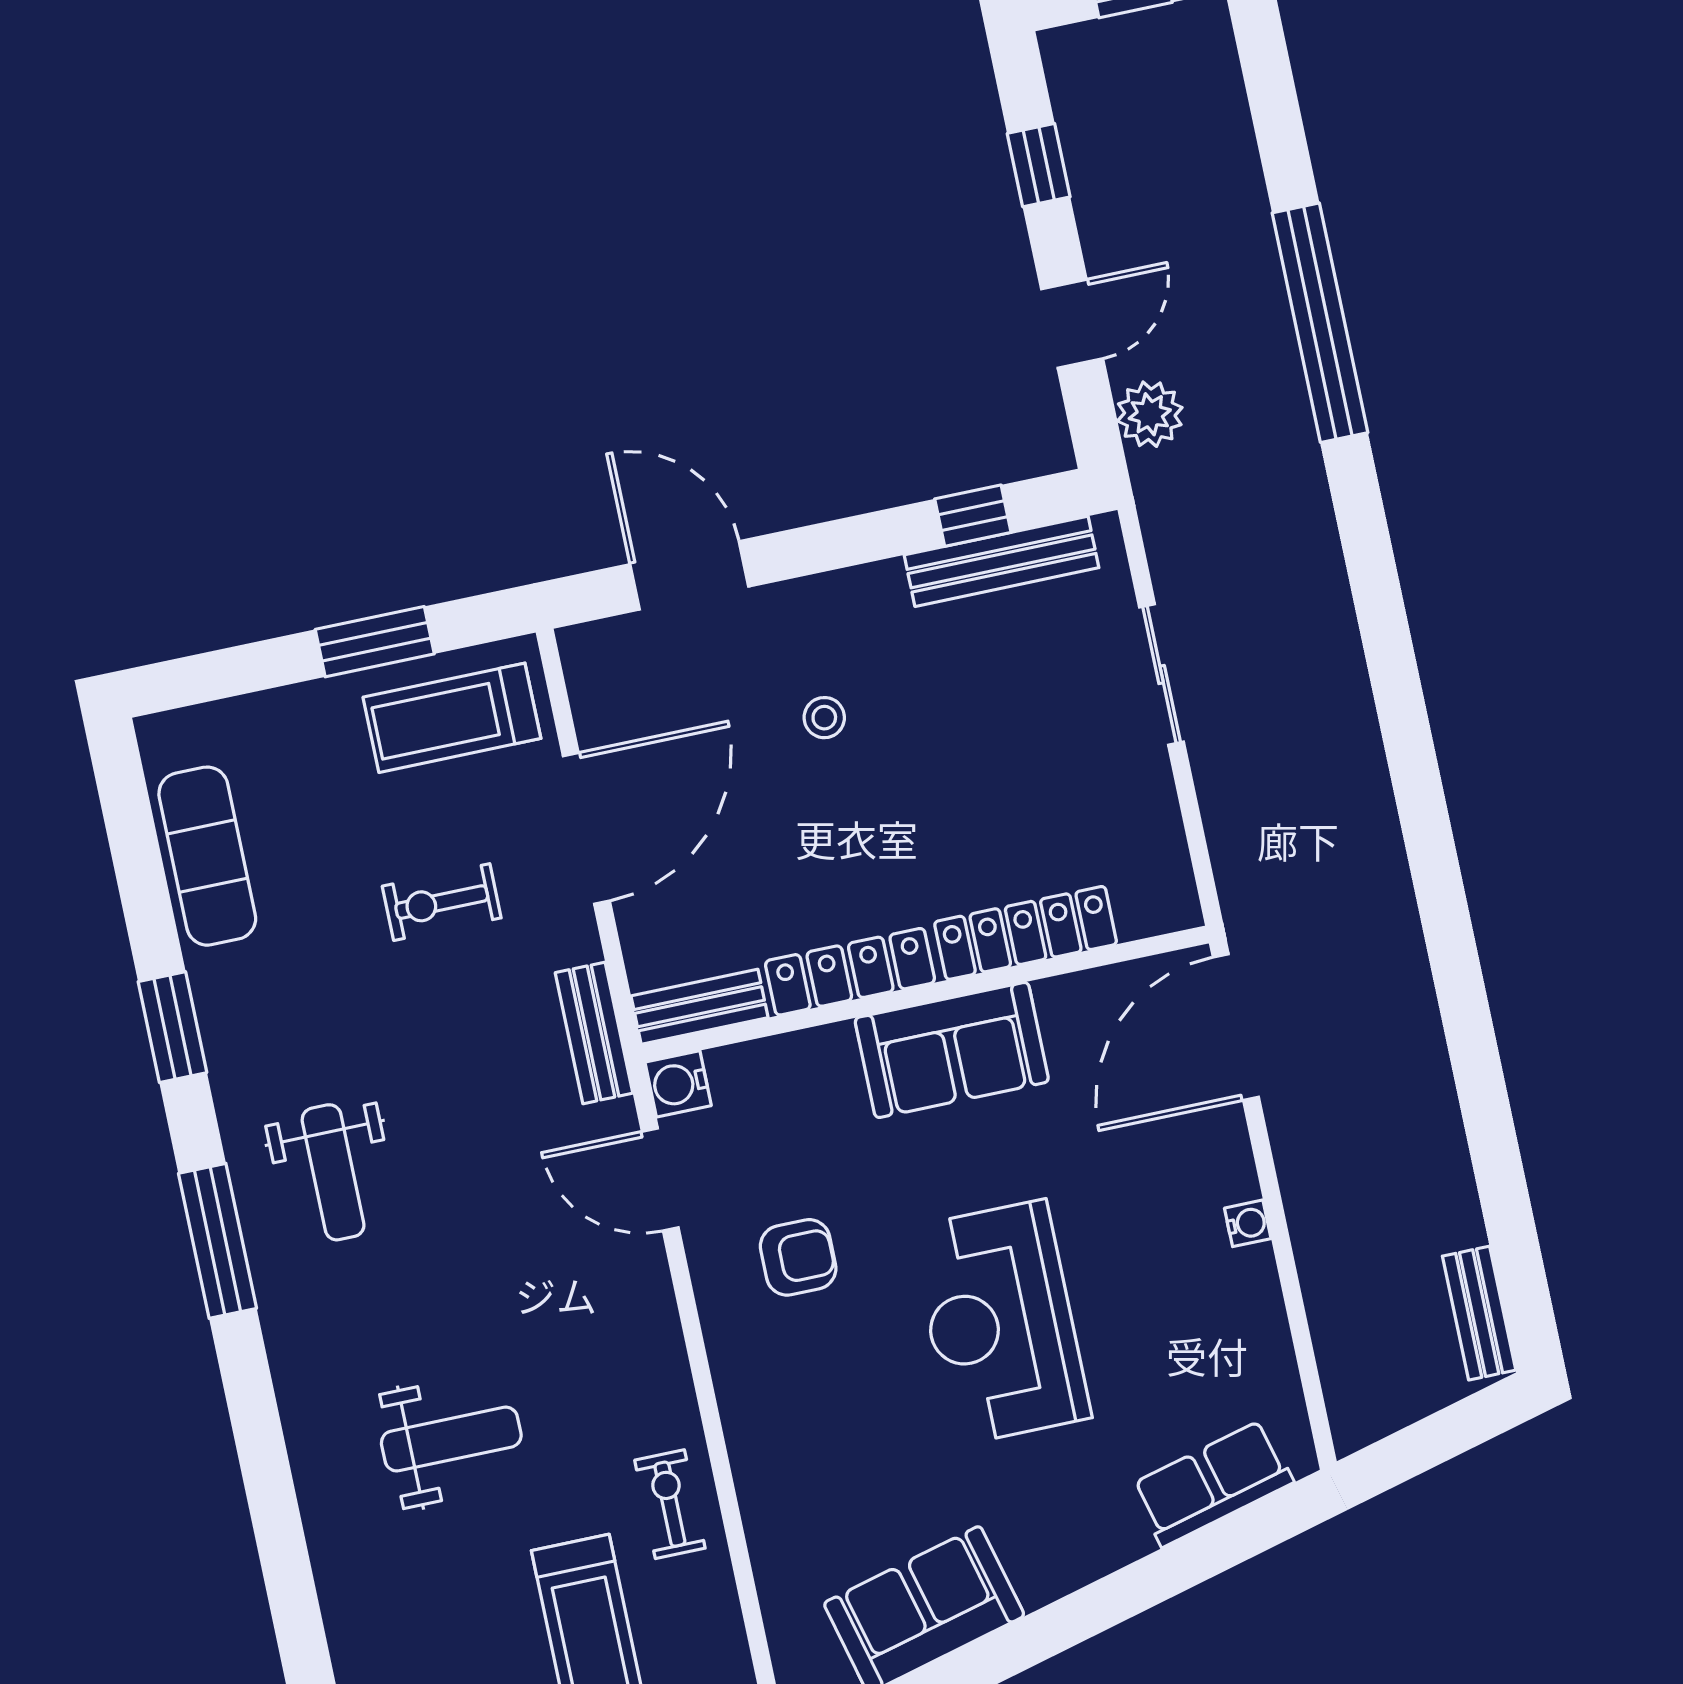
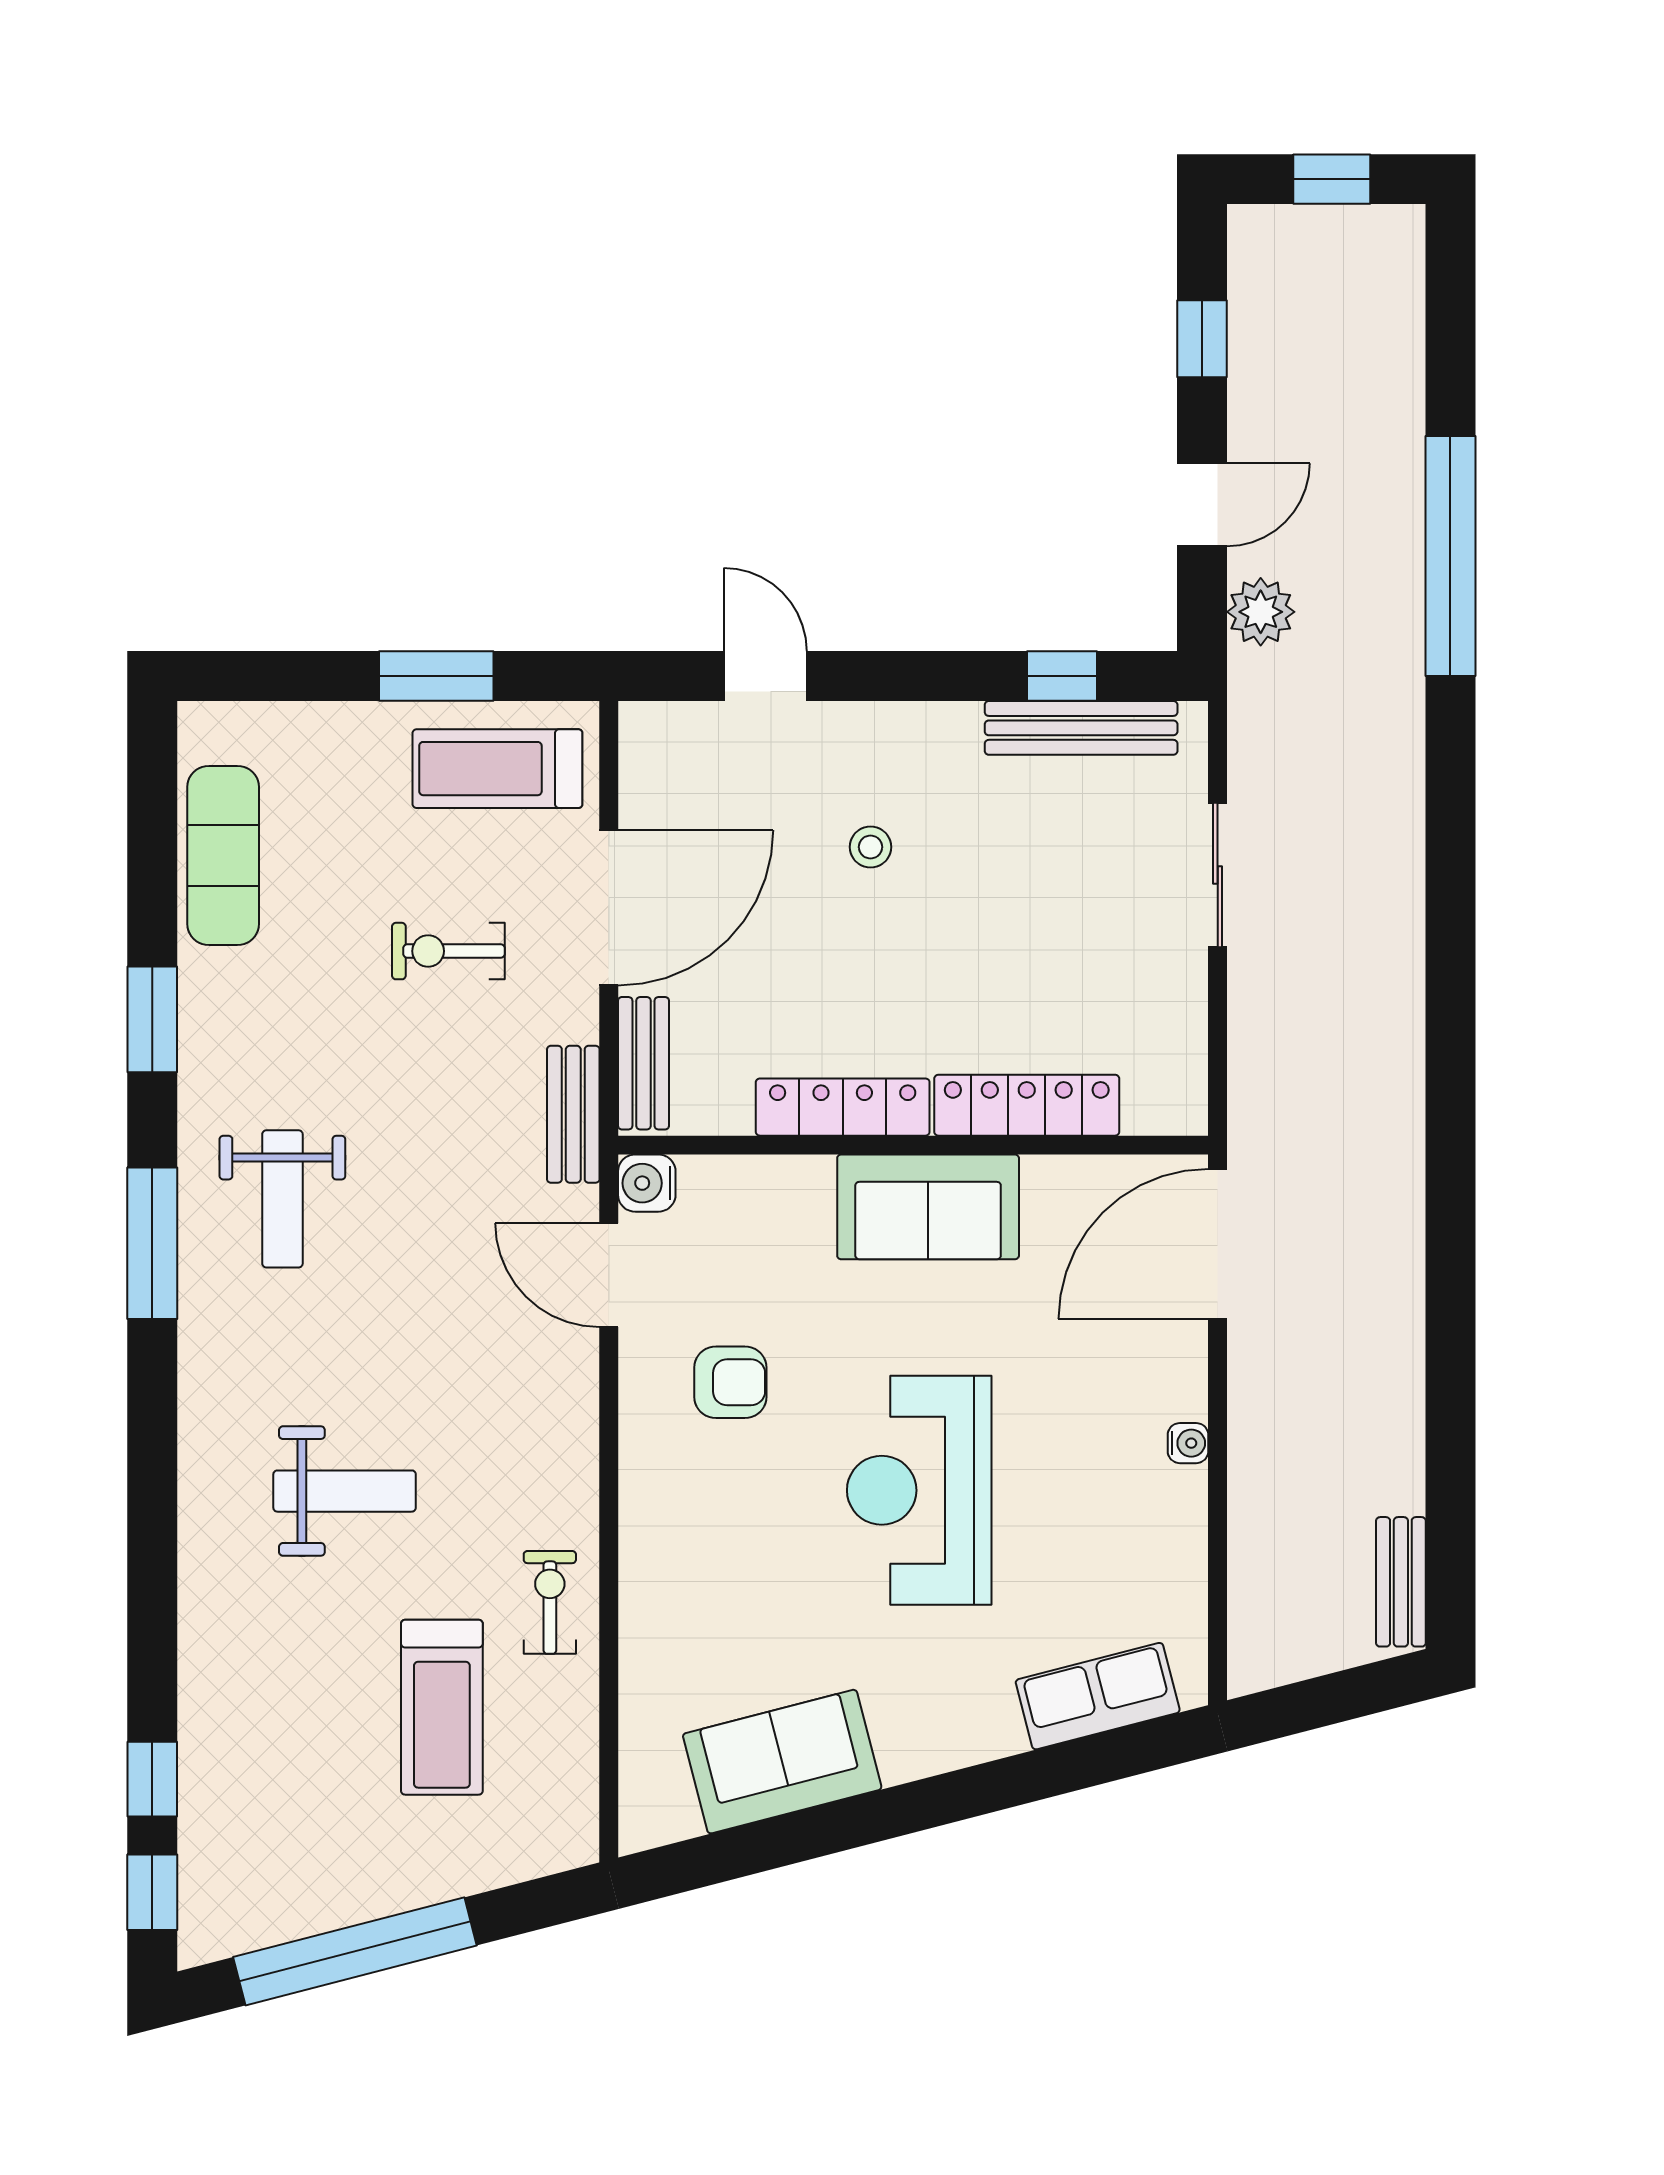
door: (689, 575) -> (765, 676), width x0.73
bench: (700, 1007) -> (643, 1063), moved, turned 90

